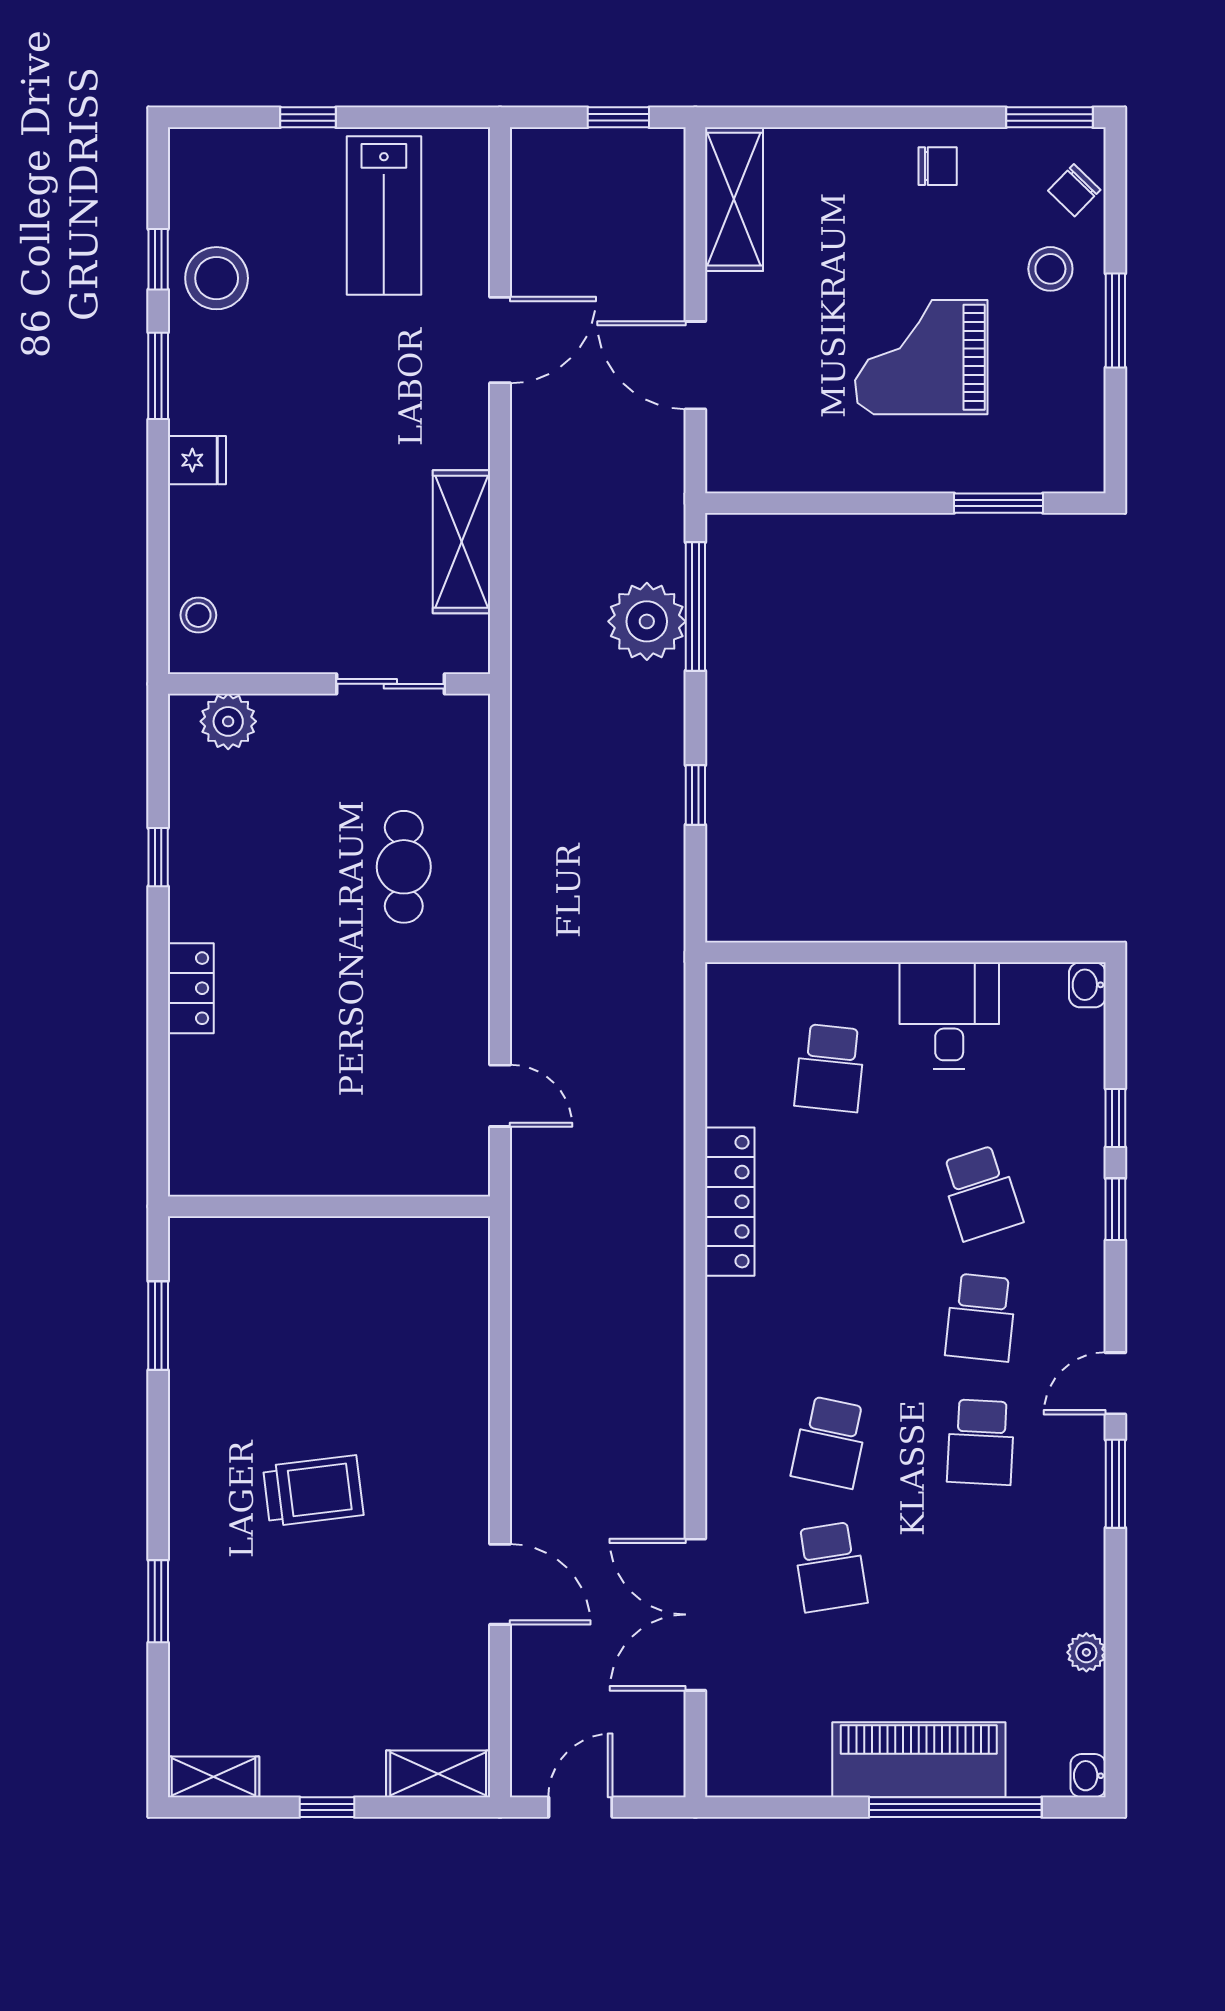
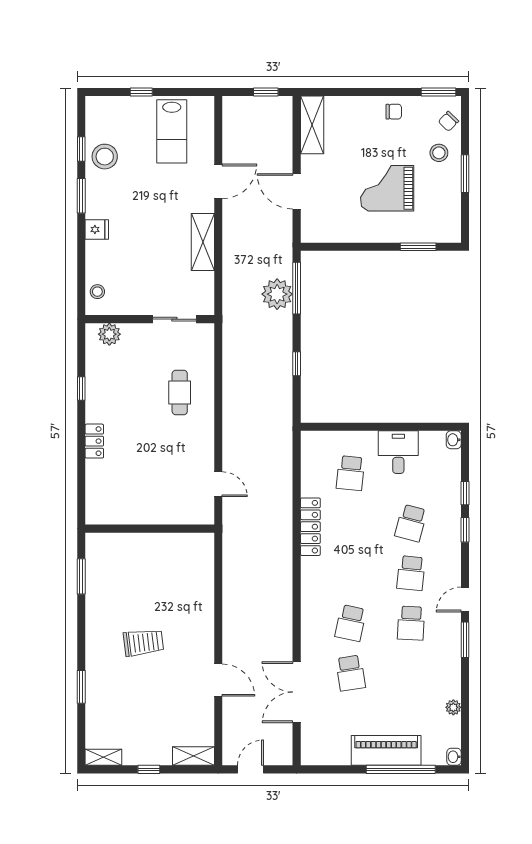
shelving: (462, 542) -> (203, 242), moved
school desk: (981, 1193) -> (411, 523), turned 33

